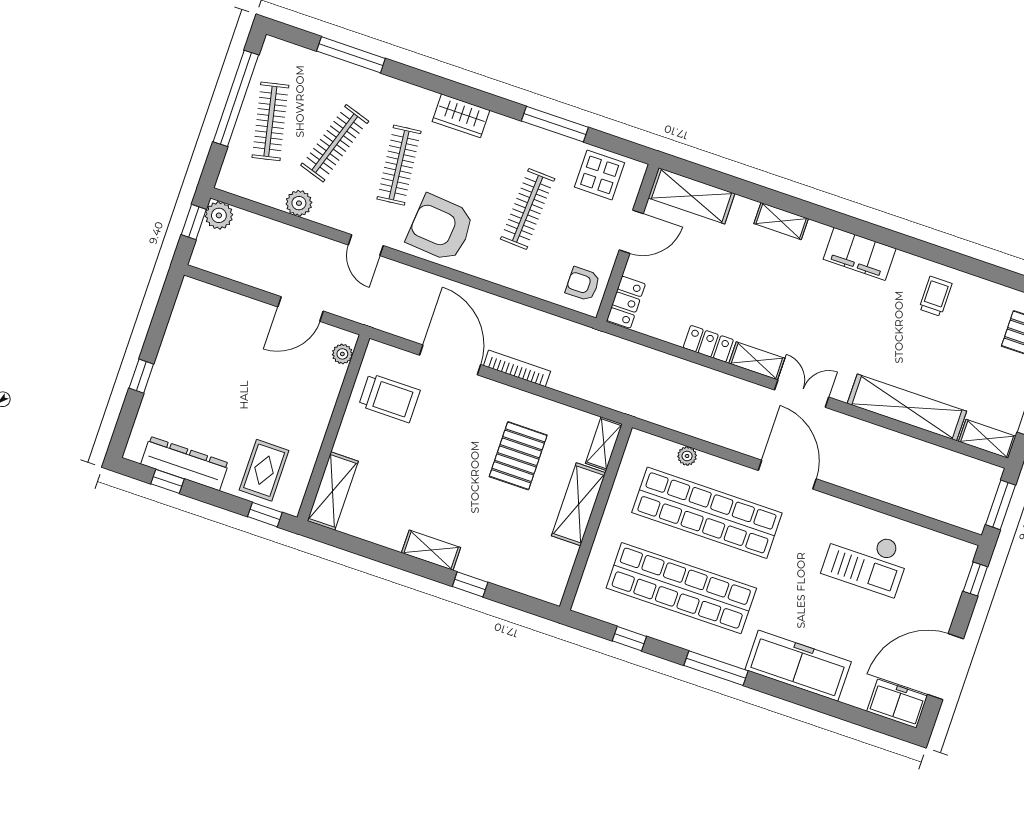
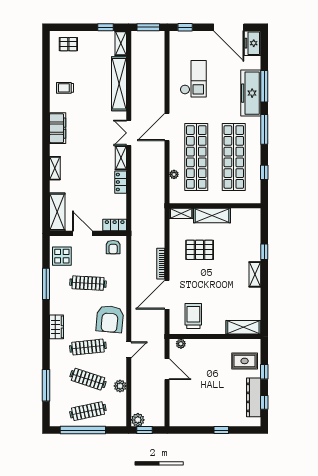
window: (265, 515) -> (264, 372), moved
window: (802, 698) -> (264, 86), added

